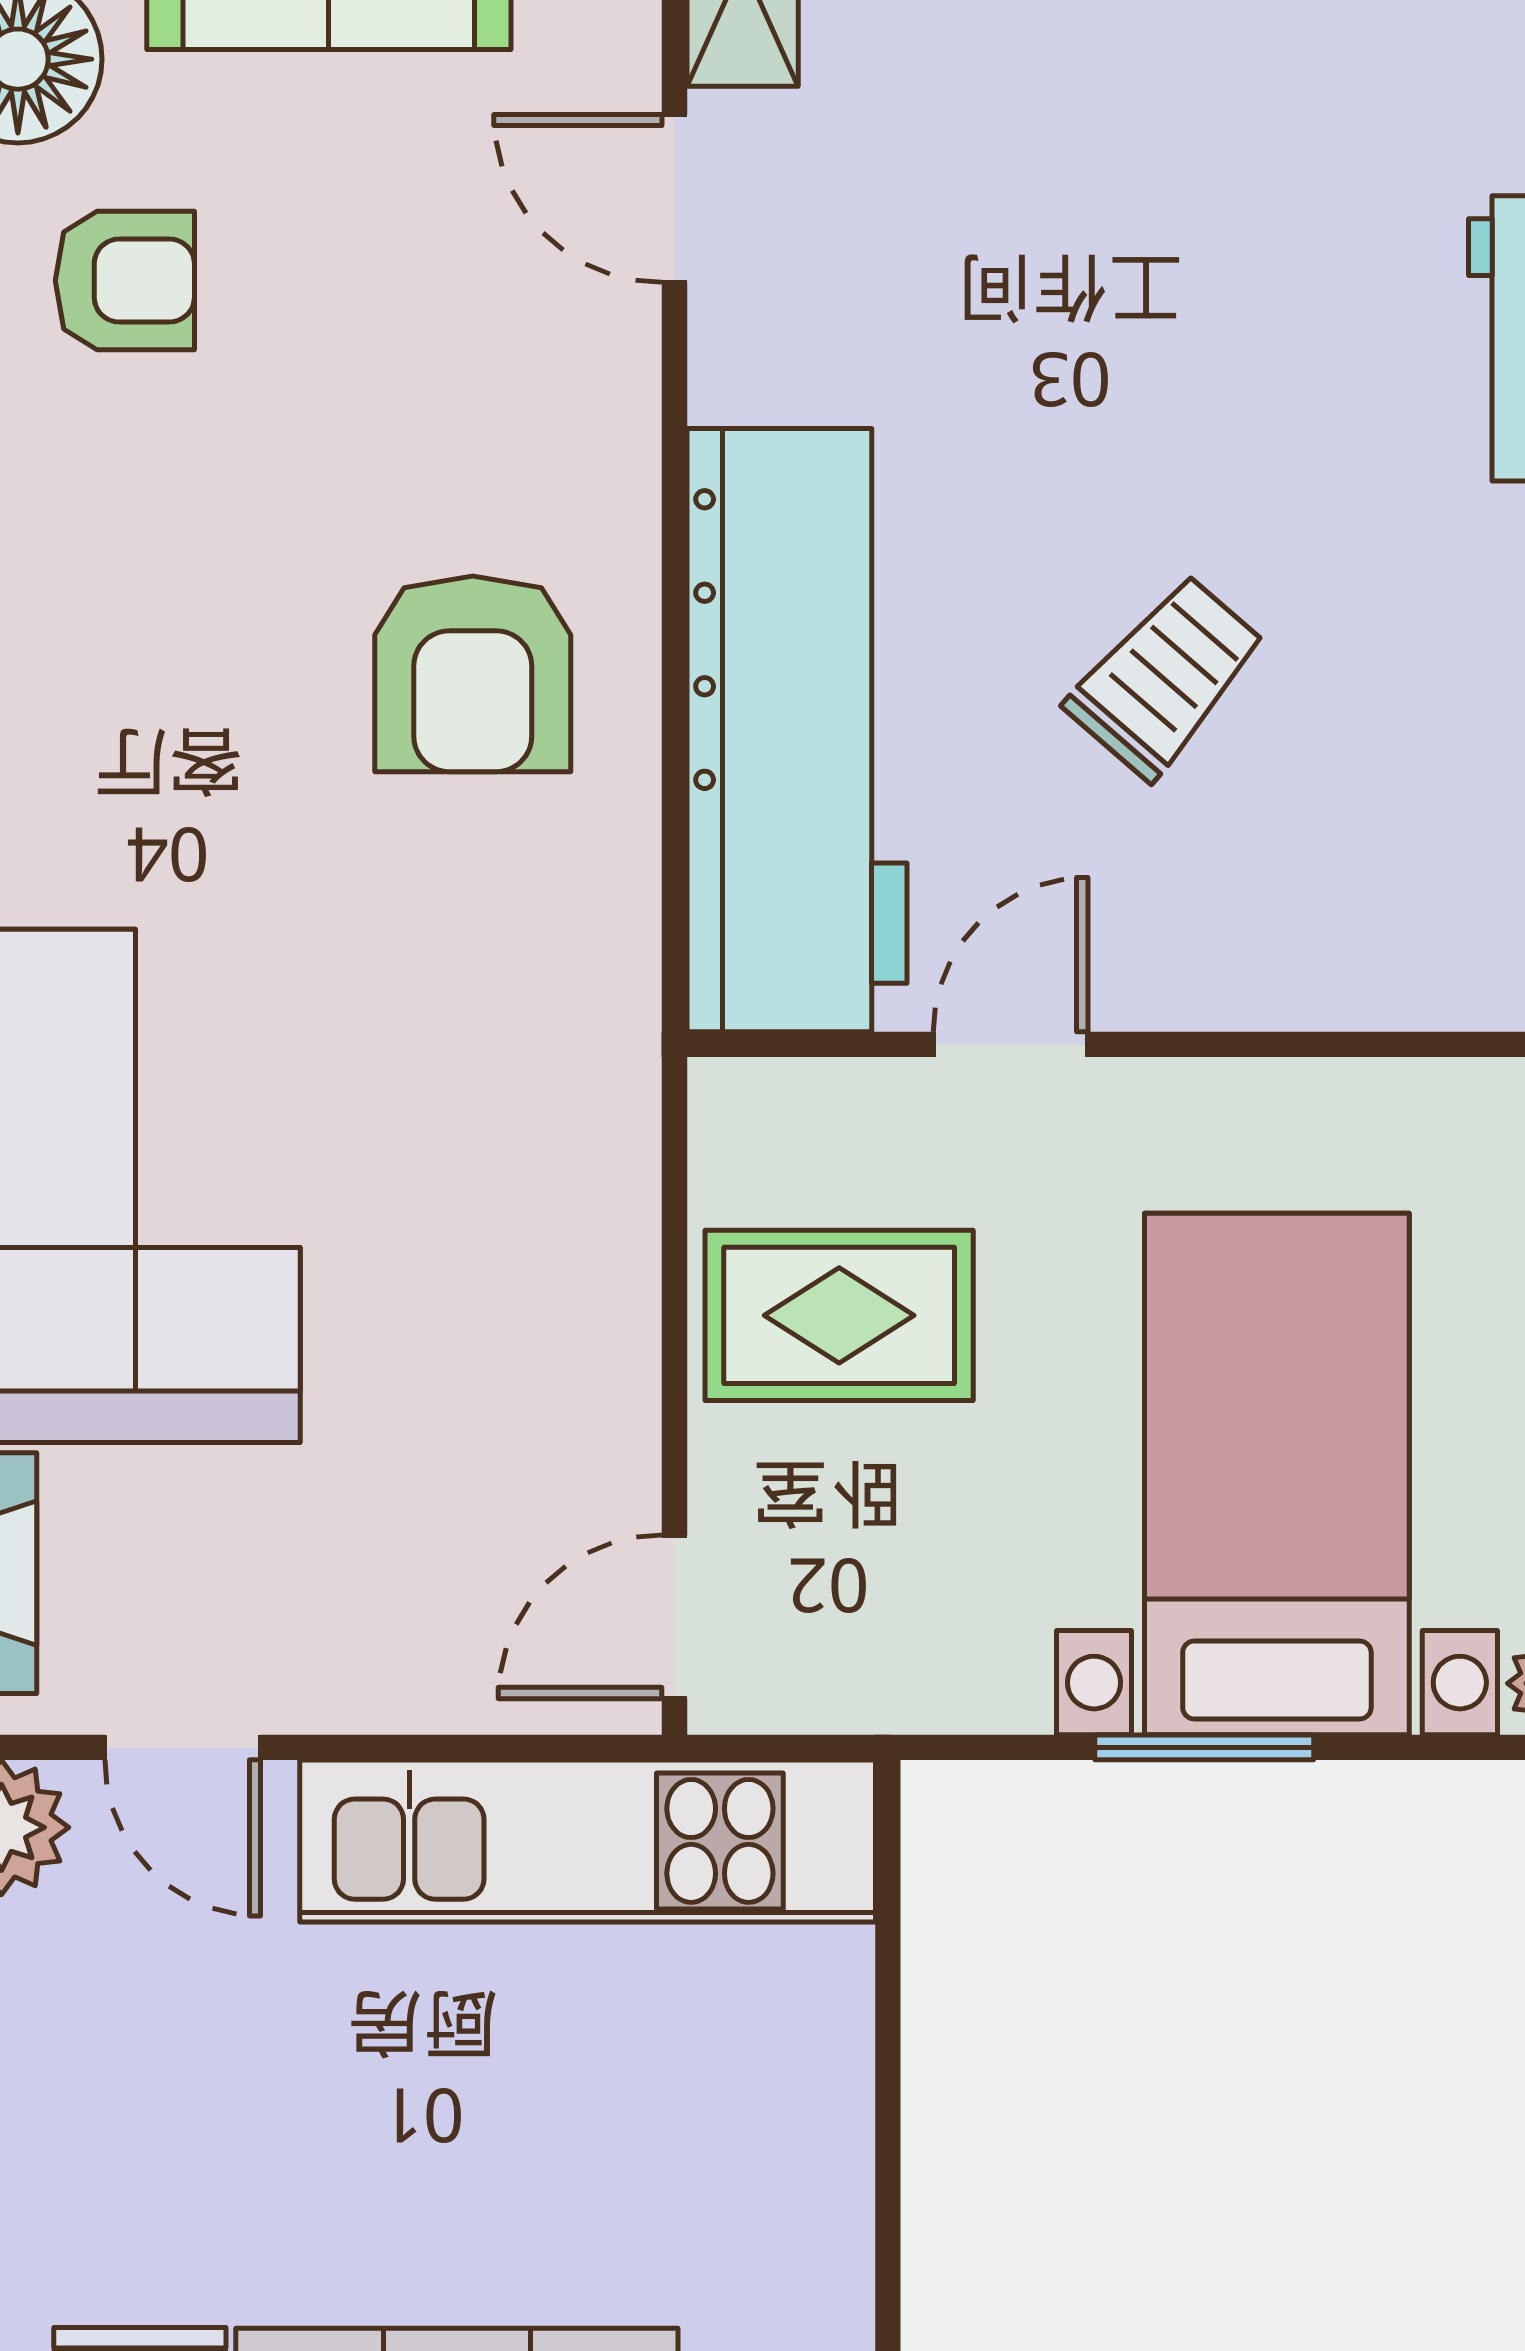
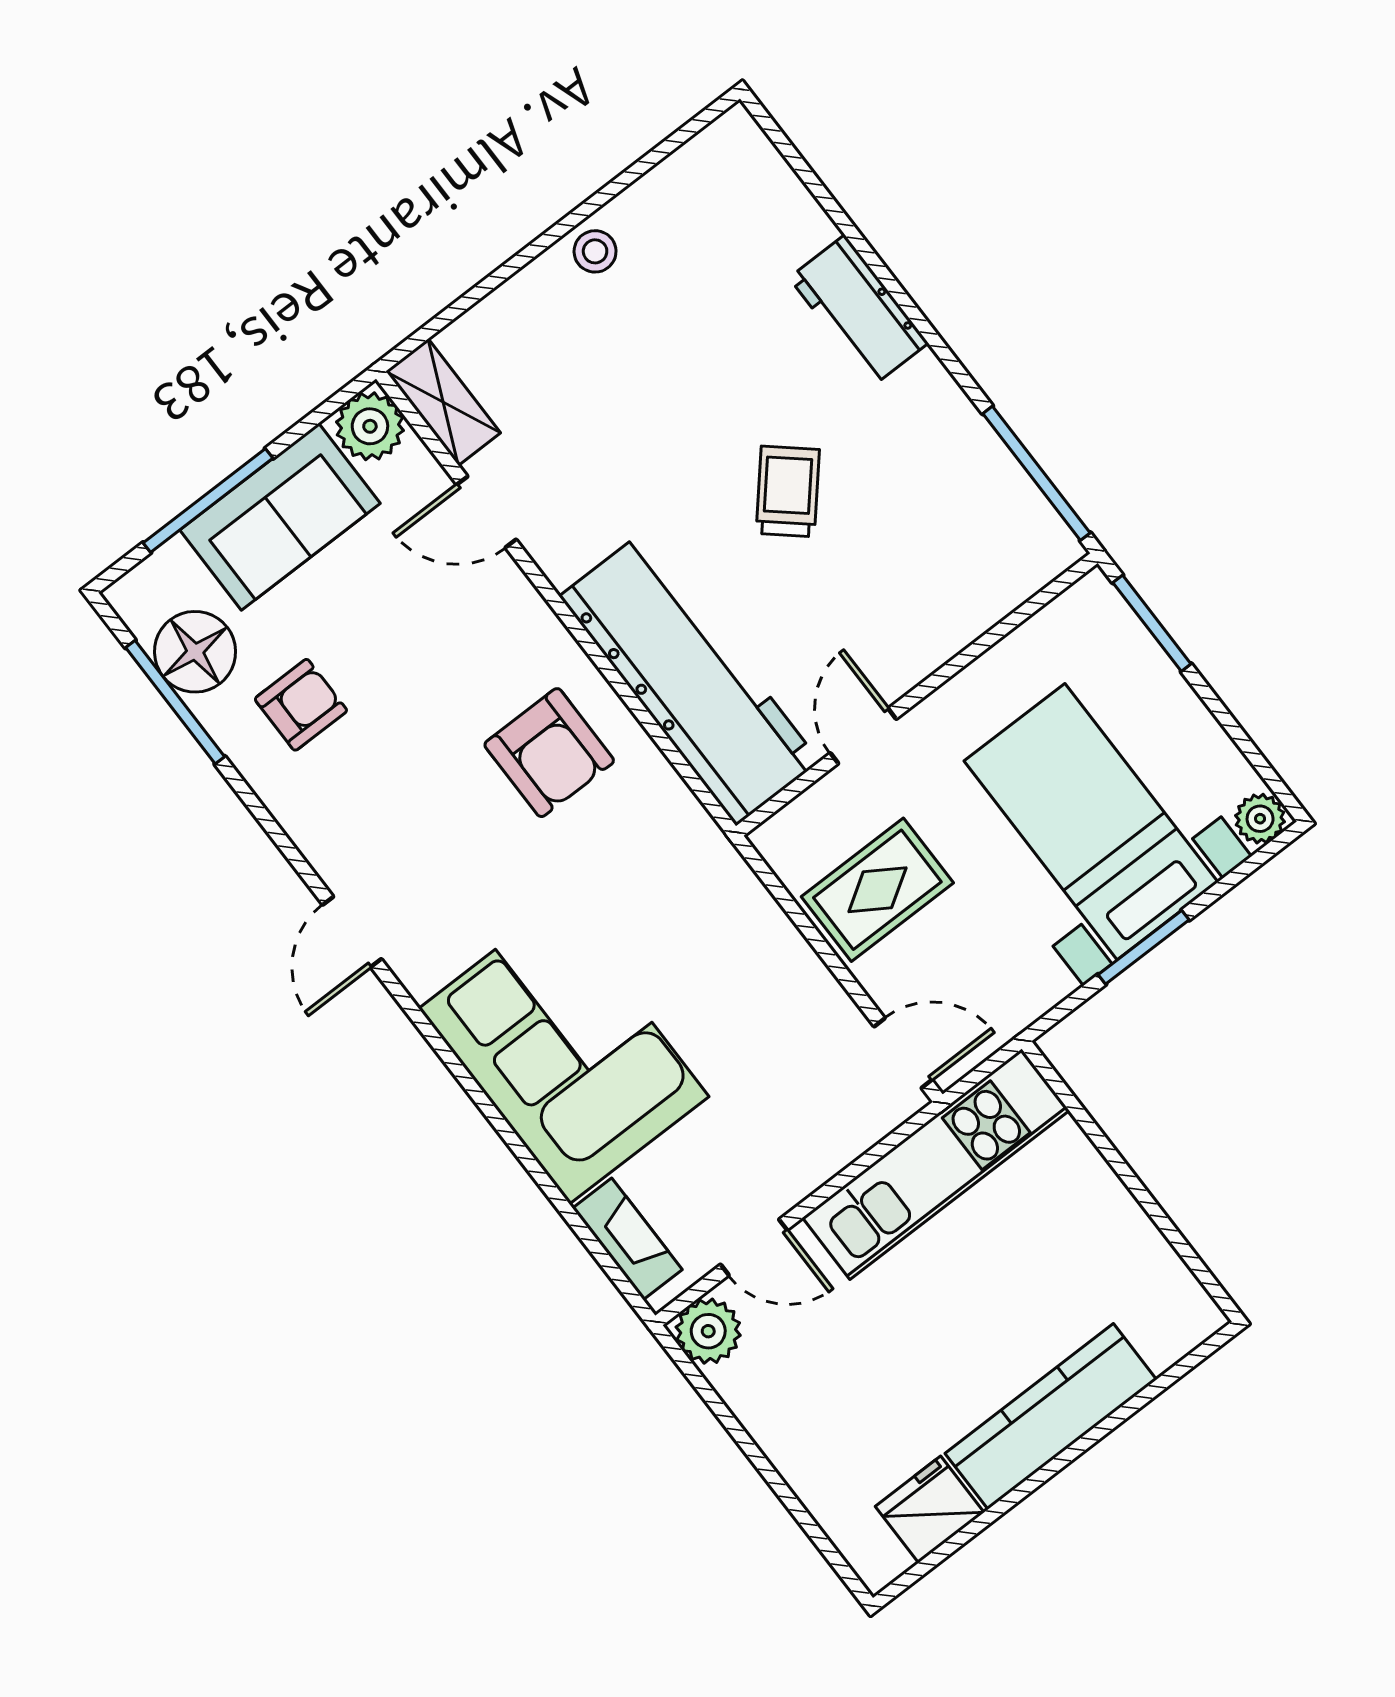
trolley: (1166, 677) -> (788, 491), moved
door: (674, 1617) -> (903, 1053), swing flipped

